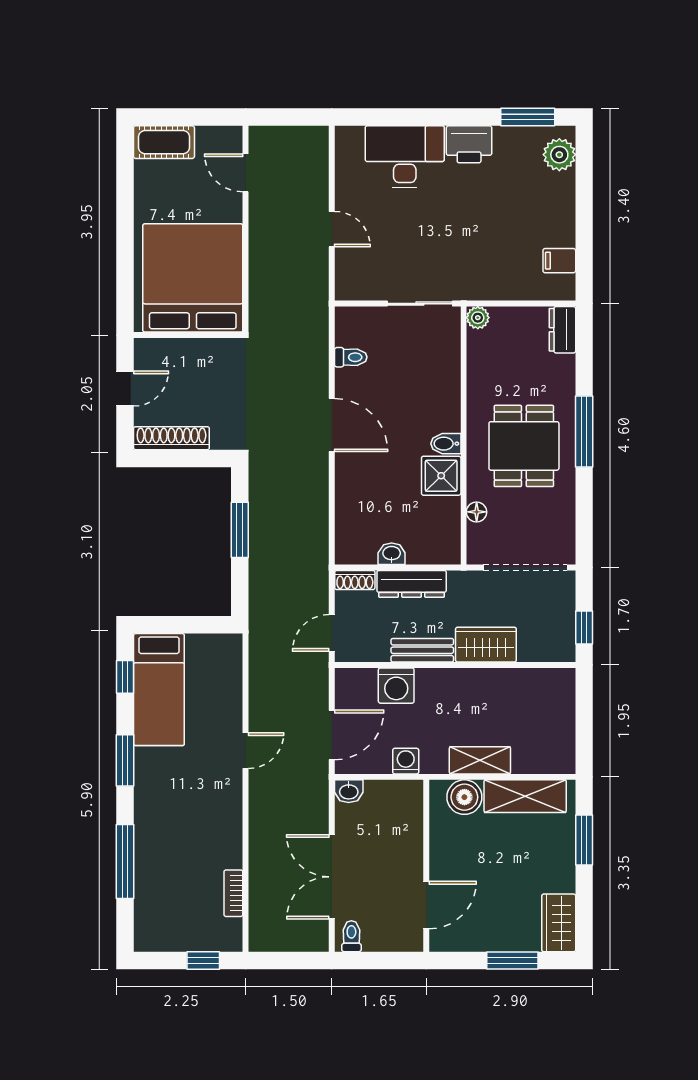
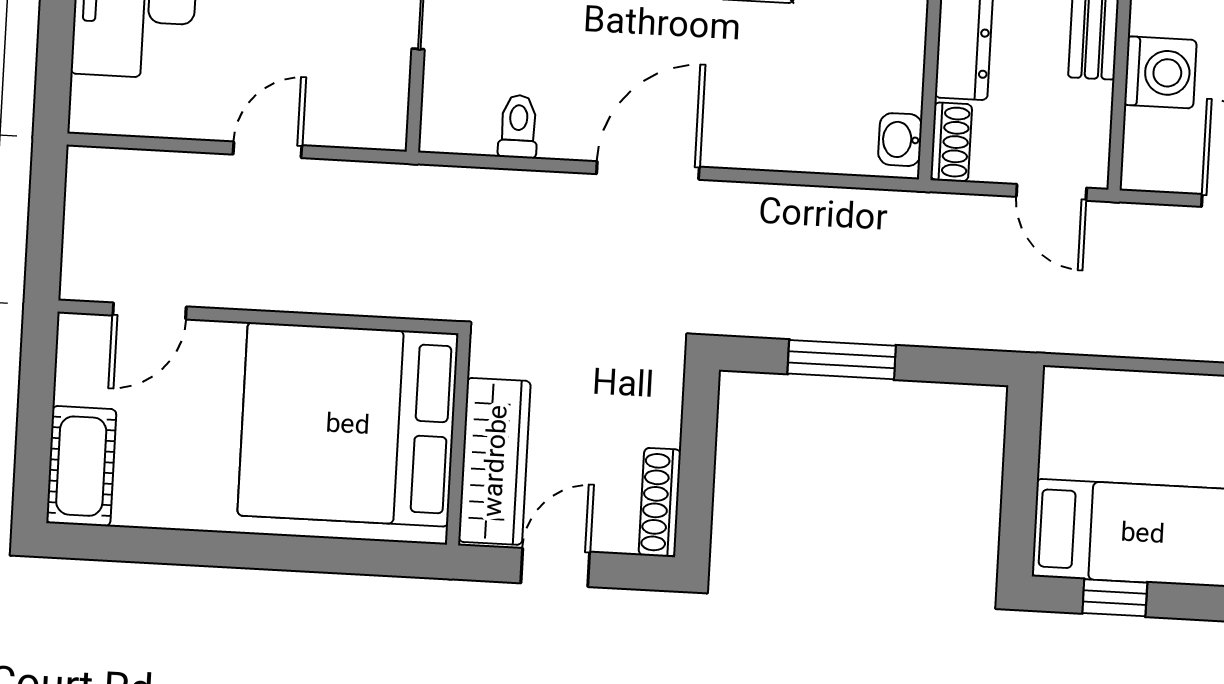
wardrobe: (178, 354) -> (495, 461), added
door: (125, 388) -> (555, 567), hinge flipped
shoe rack: (171, 438) -> (660, 502), width x0.74, depth x0.81
washbasin: (392, 554) -> (900, 140), moved

